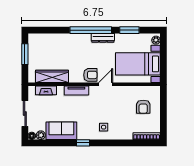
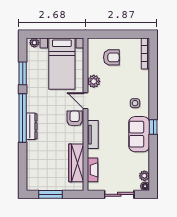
dresser: (103, 38) -> (32, 126), moved
plant: (123, 91) -> (94, 81), added
sofa: (61, 131) -> (139, 134), moved

